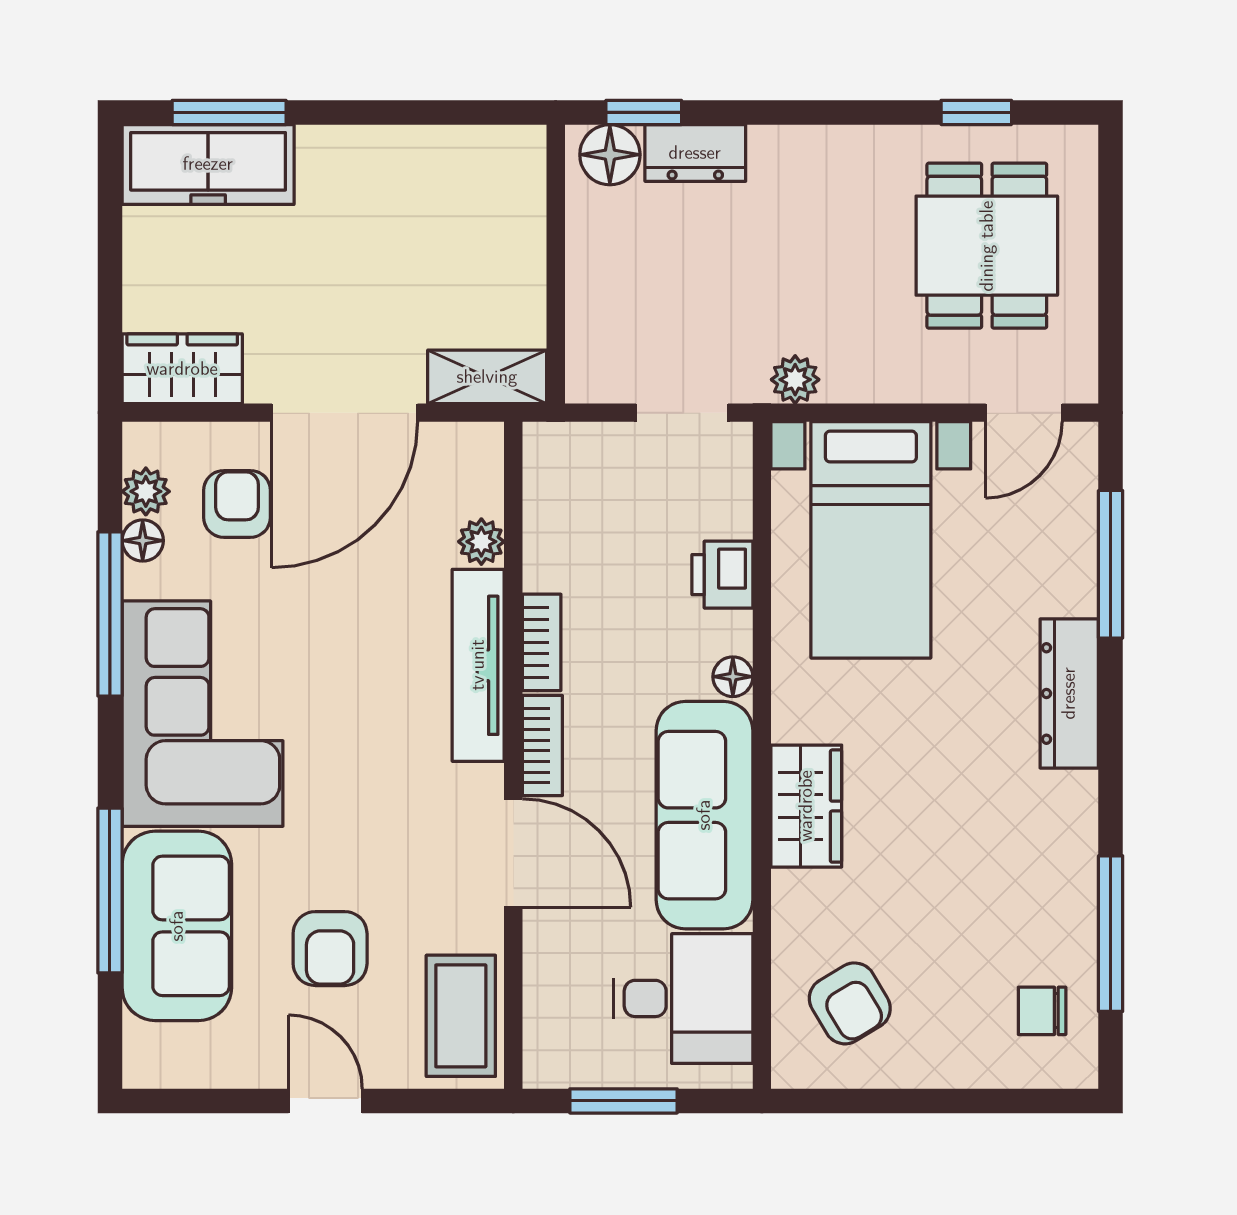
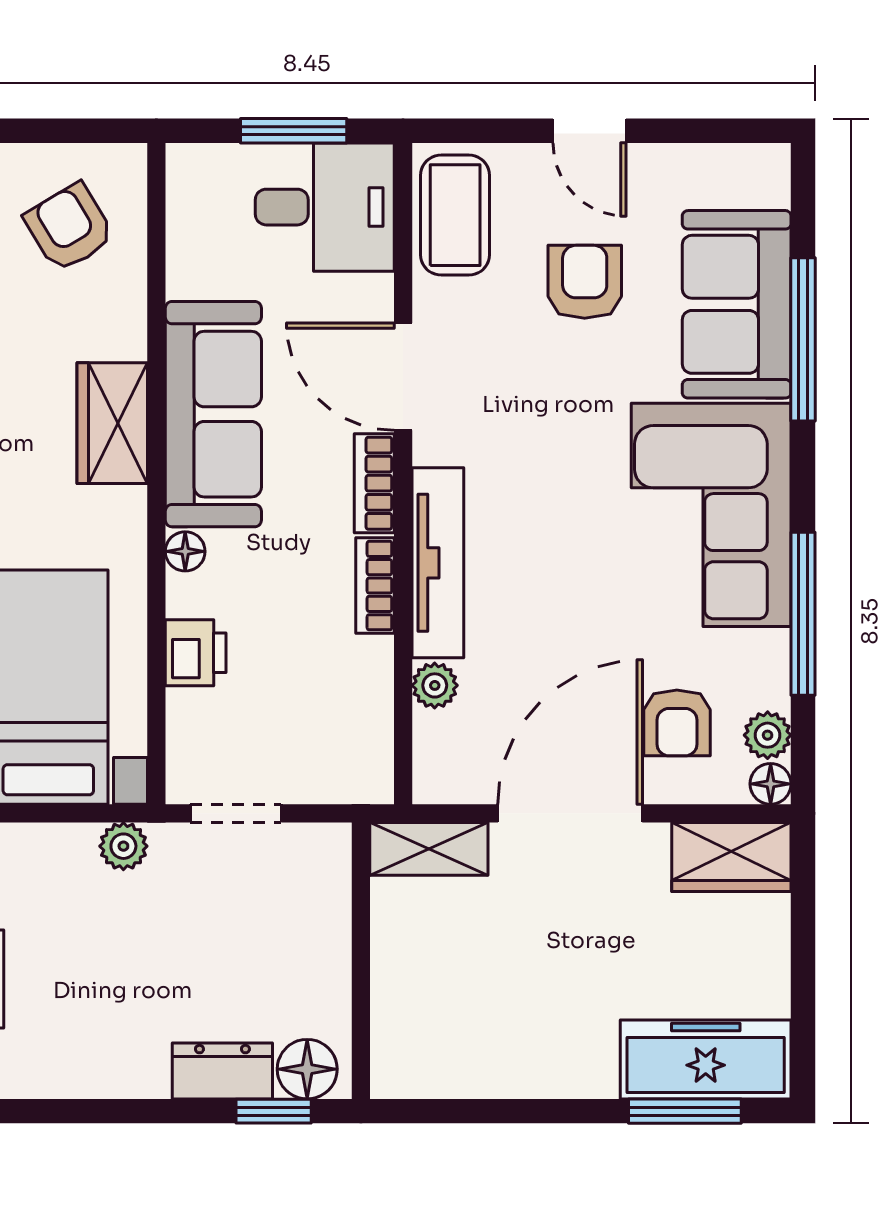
floor lamp: (143, 541) -> (771, 784), moved
desk: (683, 998) -> (325, 207), moved, turned 180

